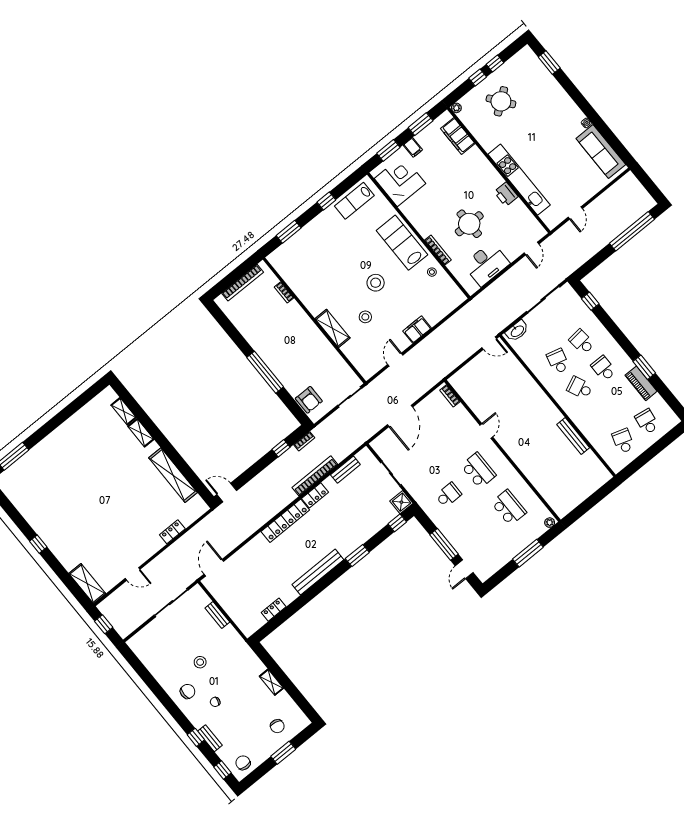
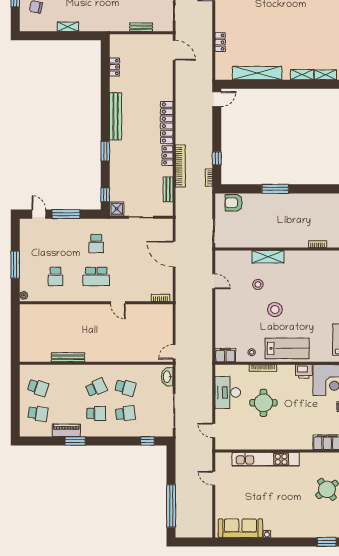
printer: (506, 194) -> (304, 371), moved, turned 180
filing cabinet: (417, 330) -> (225, 355), moved, turned -90
window: (265, 372) -> (275, 189), width x0.68
school desk: (509, 508) -> (56, 276), width x0.54

